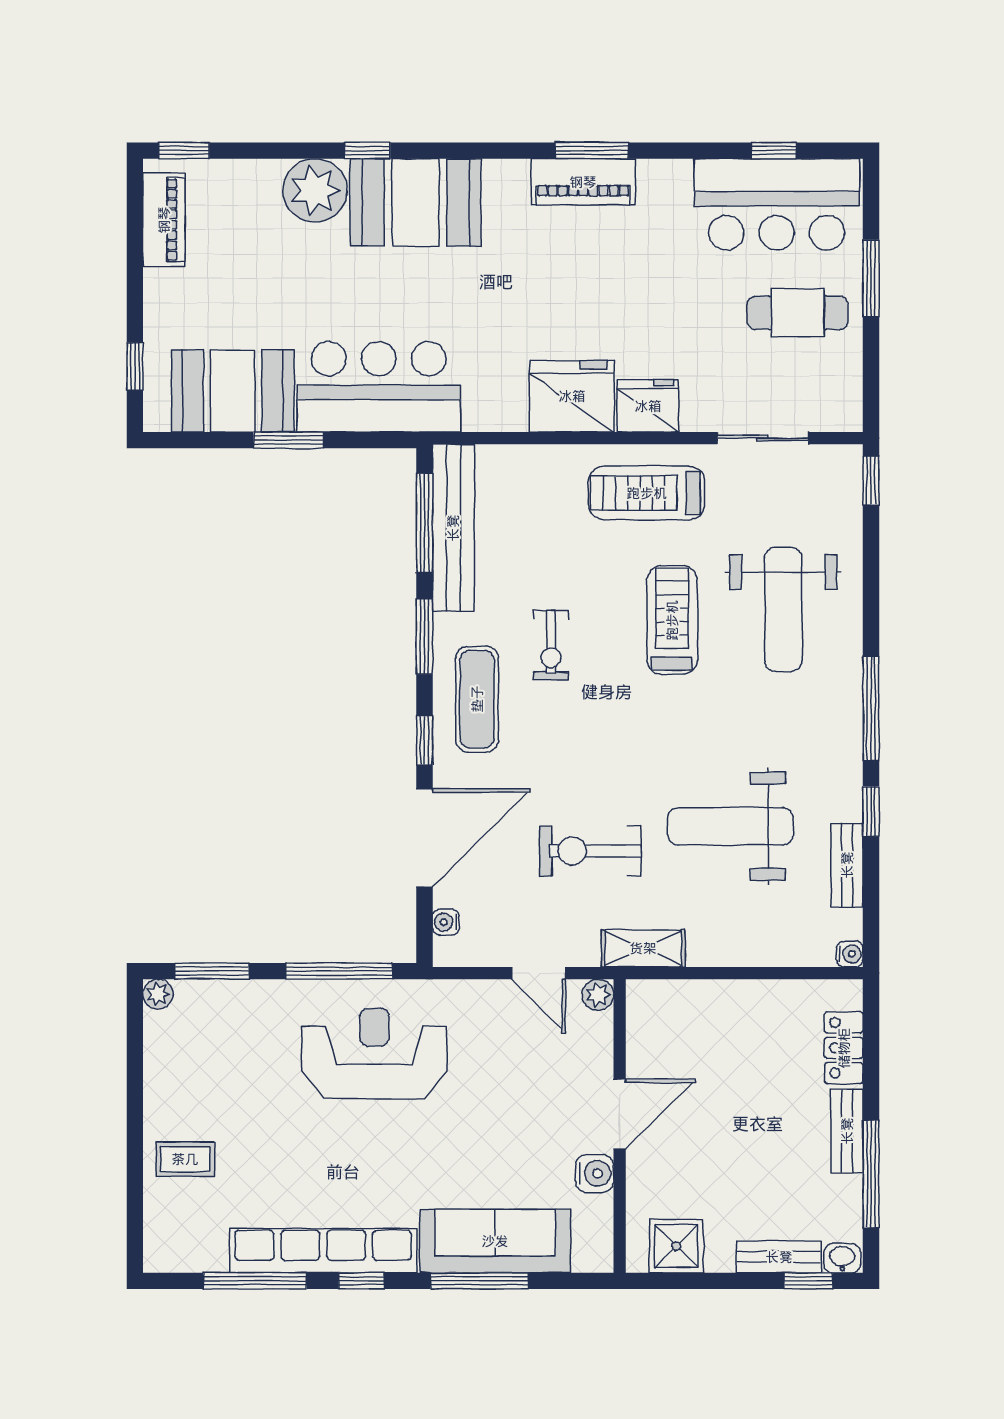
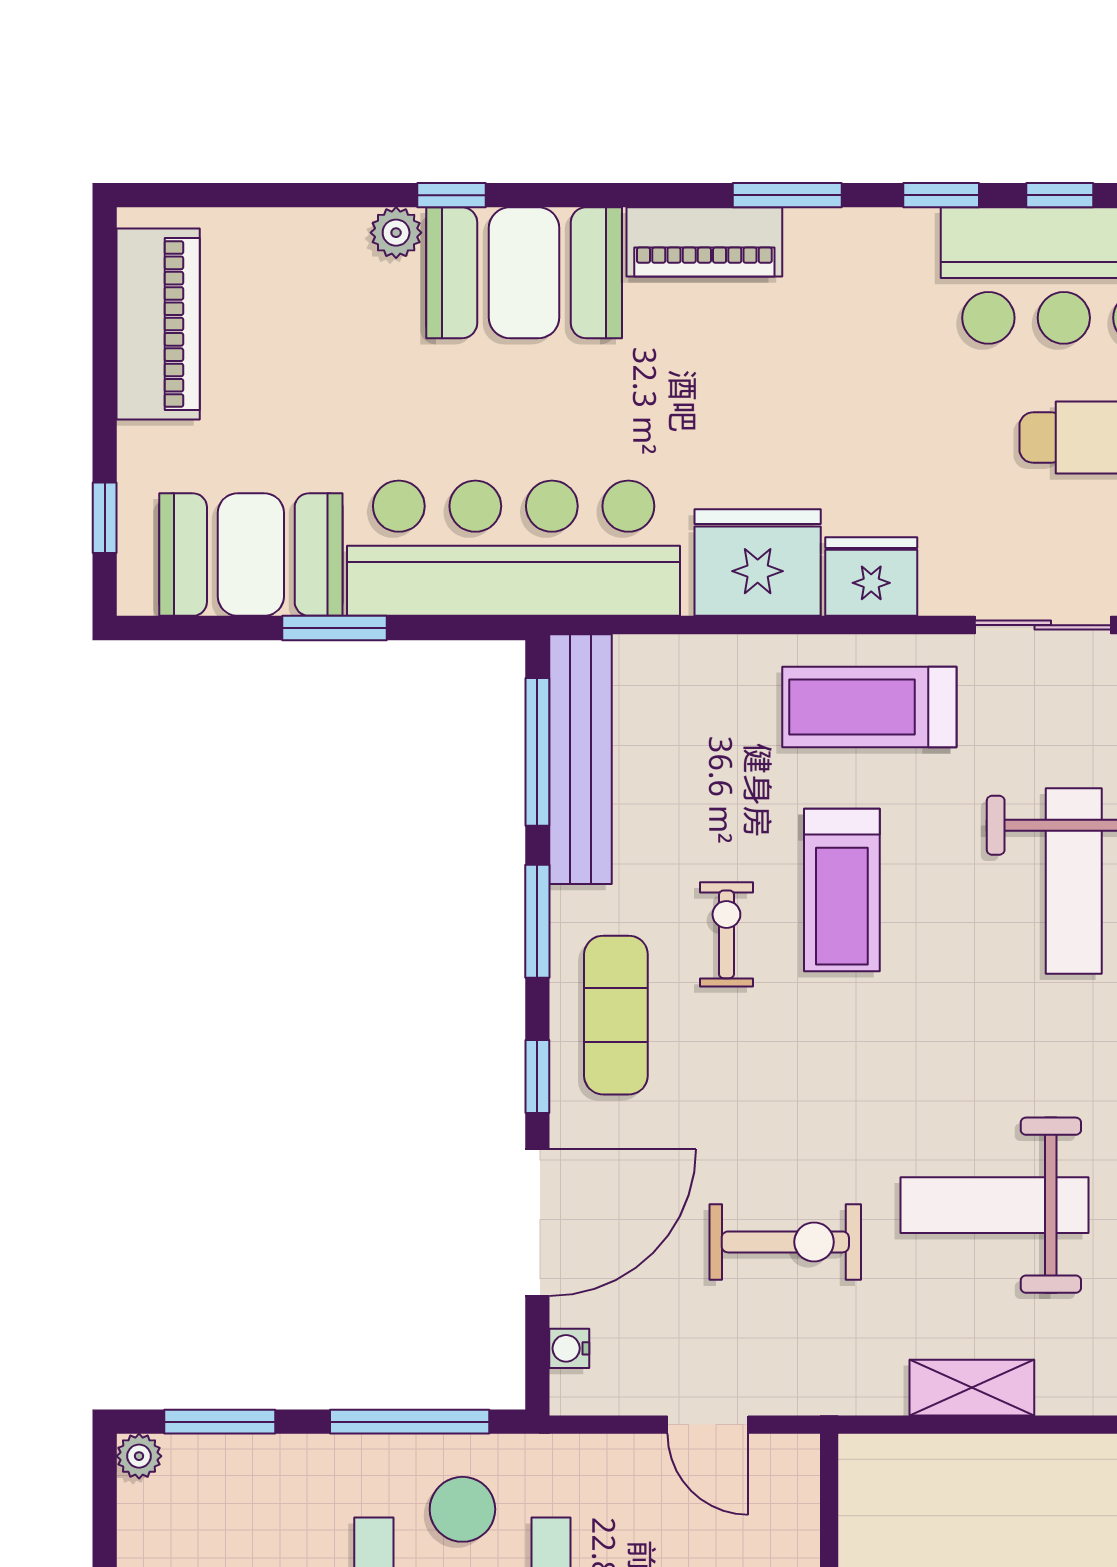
window: (184, 151) -> (941, 195), moved
piano: (583, 182) -> (704, 242), moved
plant: (315, 191) -> (396, 233), width x0.53, depth x0.53
piano: (164, 220) -> (158, 324), width x1.37, depth x1.33
bar counter: (379, 387) -> (514, 548), width x1.36
treadmill: (672, 620) -> (842, 890), moved, turned 180
exercise bike: (551, 645) -> (726, 934), turned 180
exercise bike: (590, 851) -> (785, 1242), turned 180
shelving: (643, 948) -> (972, 1388), moved
plant: (598, 995) -> (797, 1457), removed

